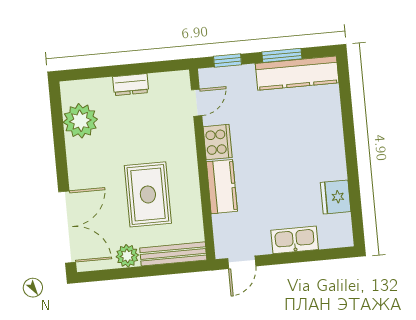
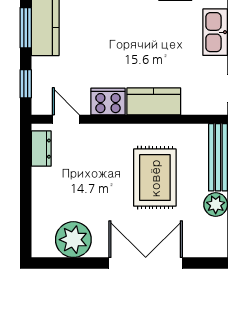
dresser: (131, 85) -> (41, 149), moved
rug: (148, 194) -> (155, 178), turned 90
double door: (67, 227) -> (146, 263), moved

